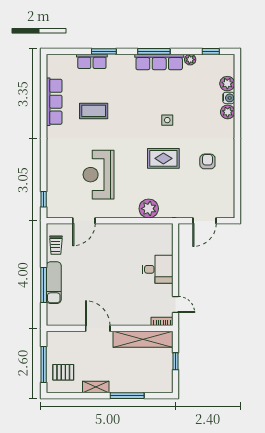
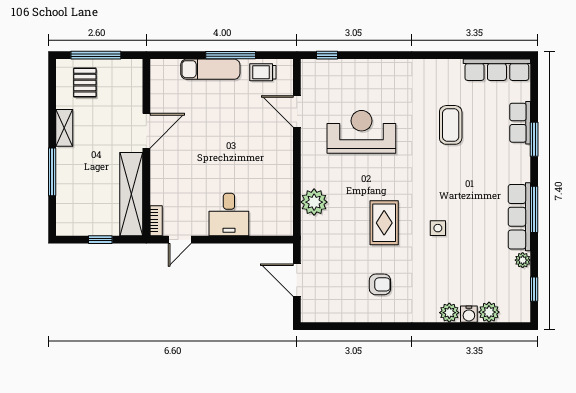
row of seats: (54, 102) -> (497, 70), moved
window: (44, 285) -> (231, 55), moved

